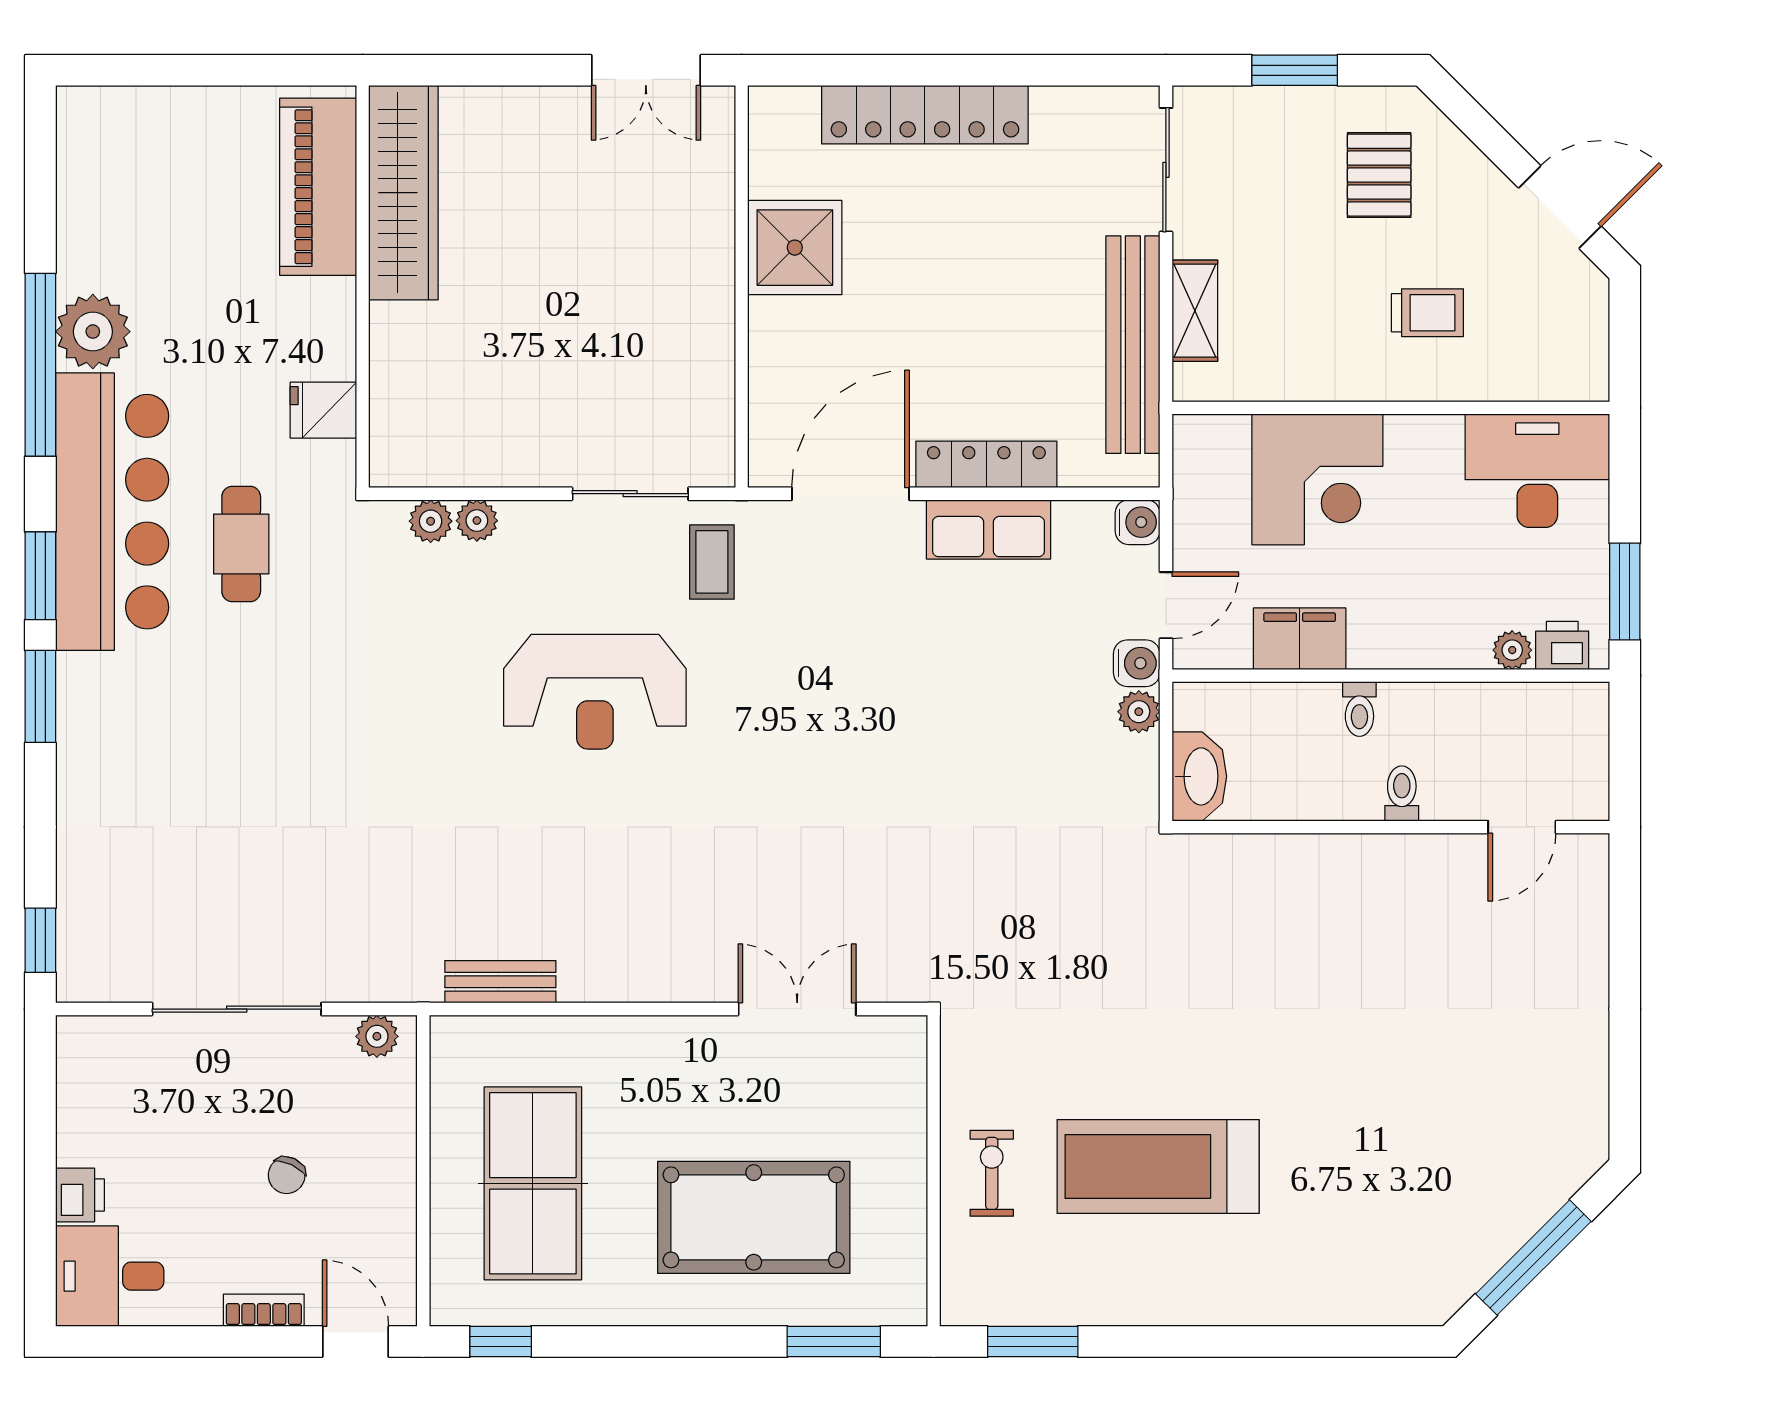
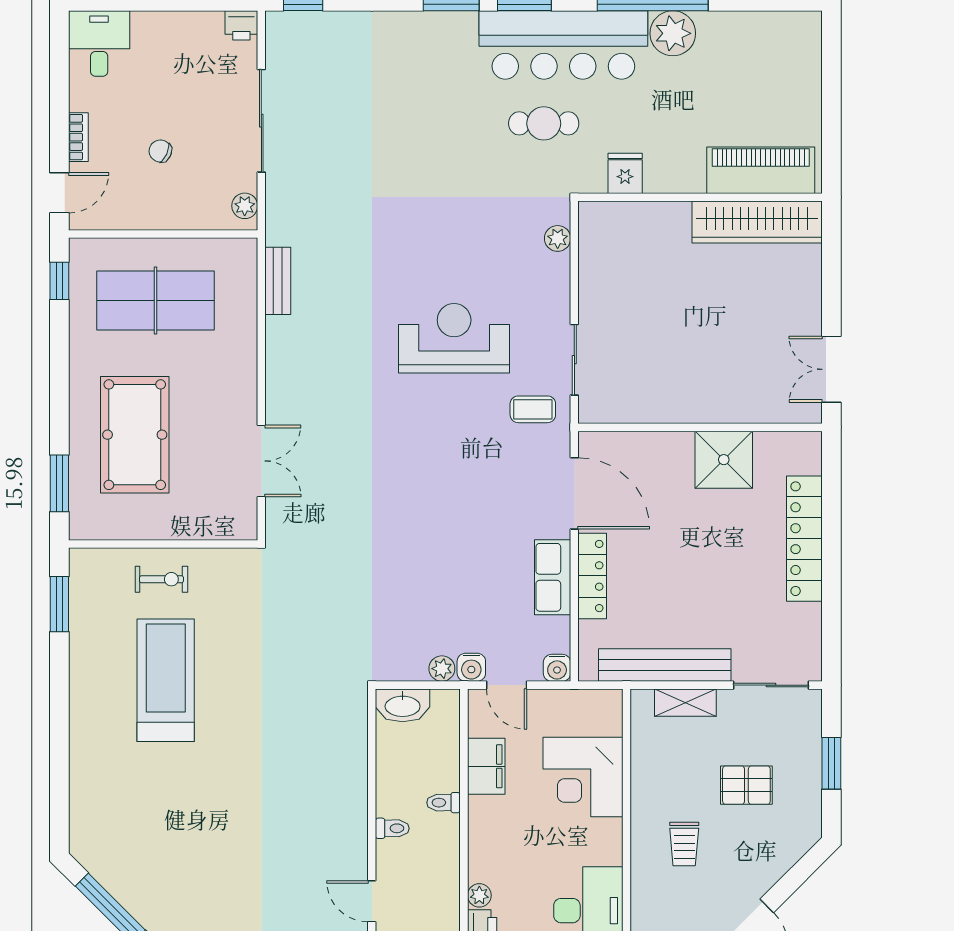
pallet: (1379, 175) -> (746, 785), moved
plant: (477, 521) -> (558, 267), removed
reception desk: (595, 692) -> (454, 338), turned 90
printer: (80, 1195) -> (241, 25), moved

